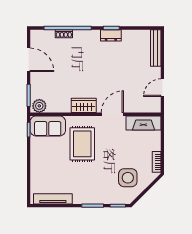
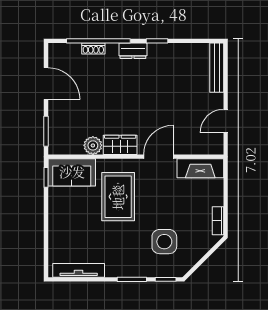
dresser: (111, 35) -> (133, 51), moved
plant: (39, 106) -> (93, 145), moved
side table: (128, 178) -> (164, 242), moved

